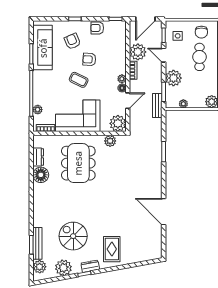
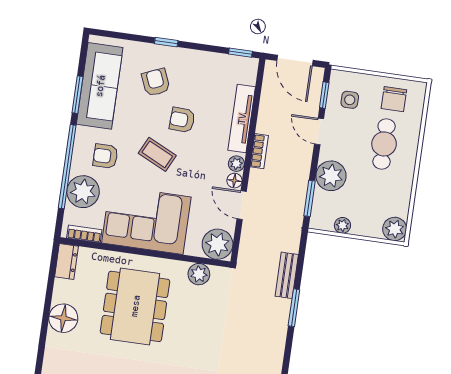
door: (145, 19) -> (295, 60), hinge flipped
armchair: (97, 28) -> (105, 156), moved
plant: (138, 52) -> (273, 119), removed
tv unit: (121, 54) -> (242, 119), added
door: (128, 101) -> (242, 205), swing flipped
bench: (157, 106) -> (287, 275), moved
plant: (38, 110) -> (83, 192), width x1.87, depth x1.87
dresser: (38, 157) -> (66, 262), moved

